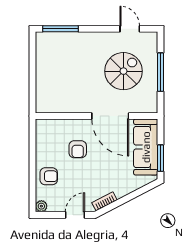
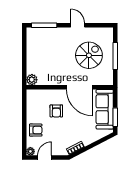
door: (130, 29) -> (78, 25), moved
plant: (43, 105) -> (32, 80), added
door: (75, 215) -> (44, 158), moved

